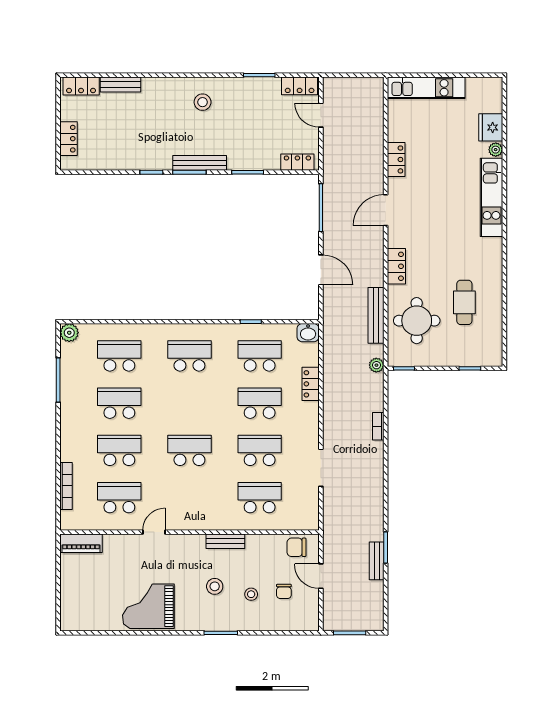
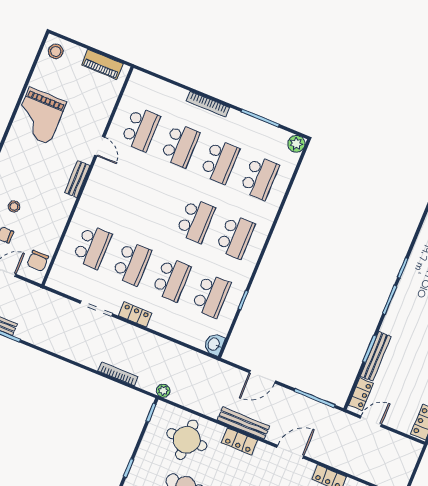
door: (321, 115) -> (371, 421), moved
bench: (200, 163) -> (376, 356), moved
door: (386, 210) -> (290, 452), hinge flipped
bench: (376, 315) -> (243, 423), moved
locker: (311, 384) -> (135, 314), moved
bookcase: (378, 426) -> (118, 374), width x1.56
school desk: (189, 450) -> (196, 220), moved
bookcase: (66, 486) -> (208, 104), moved
bench: (225, 541) -> (77, 179), moved
piano: (81, 543) -> (102, 64), moved, turned -90
chair: (297, 547) -> (38, 261), turned 180
stool: (215, 586) -> (56, 51), moved
grand piano: (148, 606) -> (39, 116), turned 180

